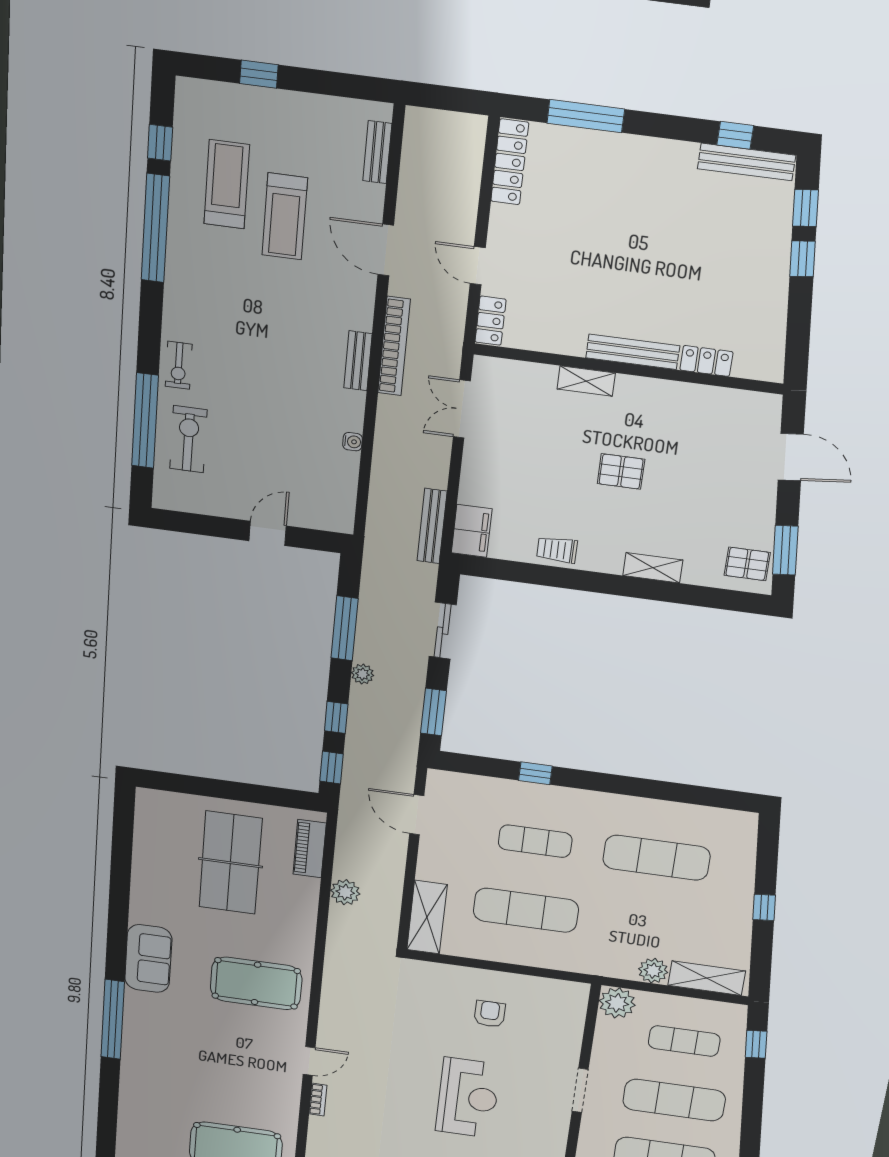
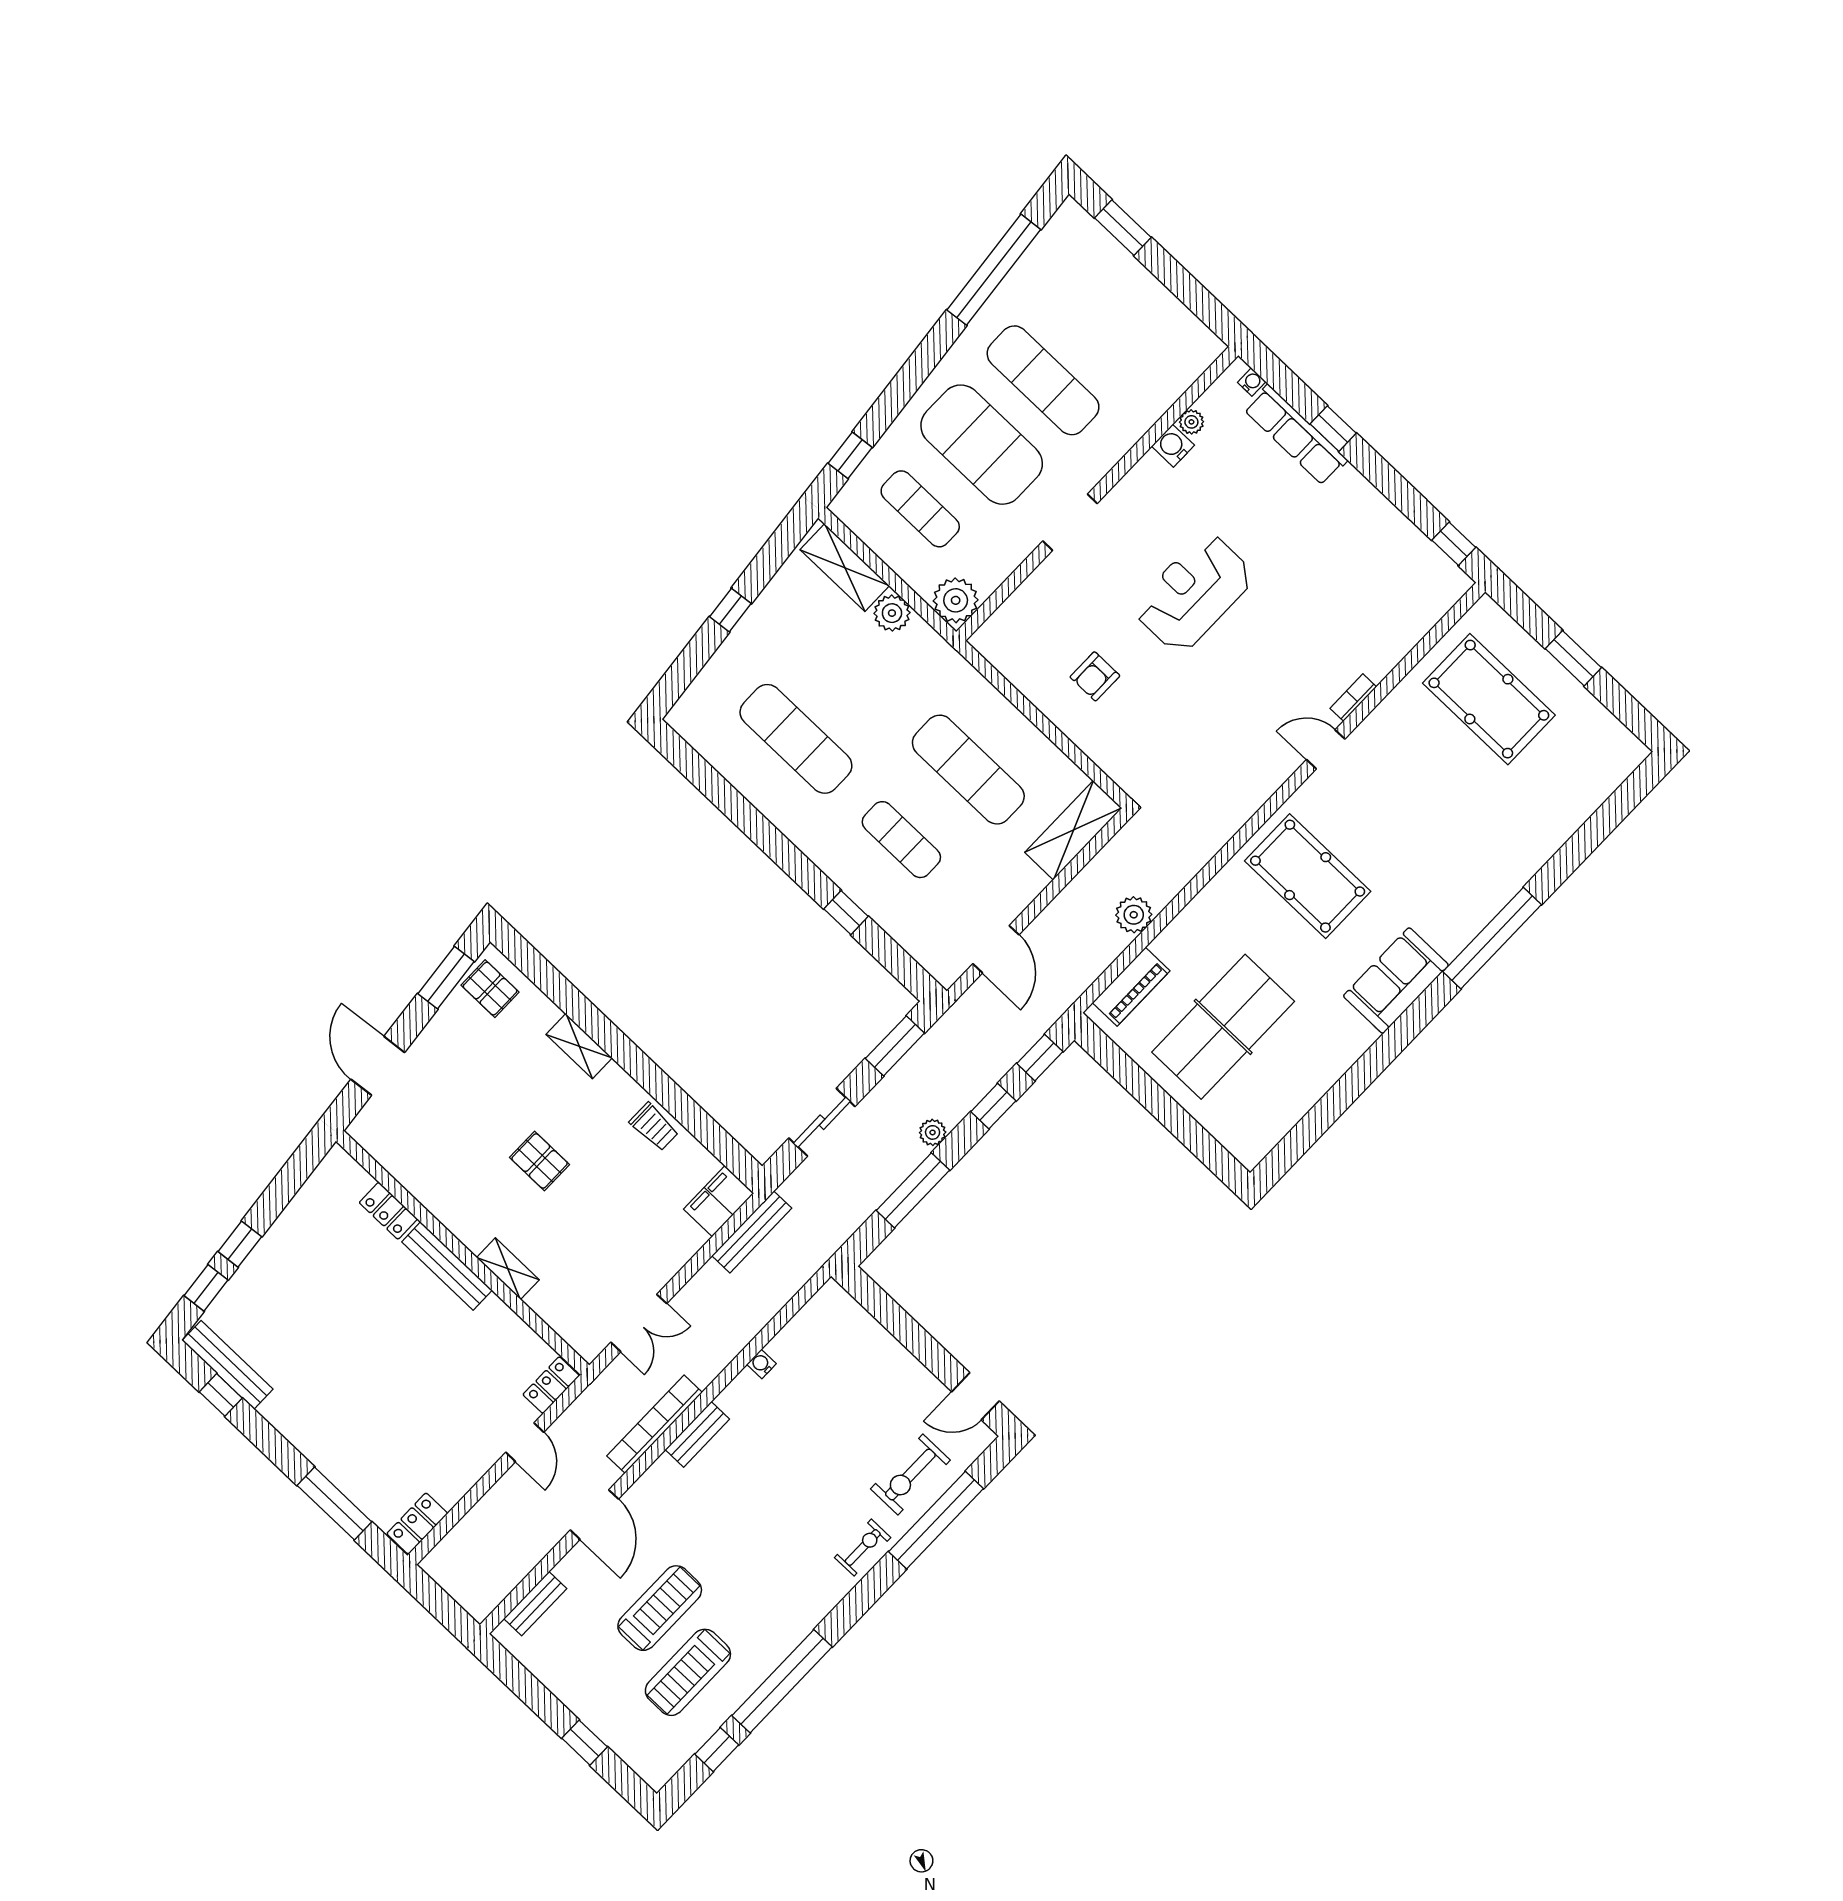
locker: (510, 162) -> (417, 1524), width x0.66
door: (268, 533) -> (976, 1396), moved
exercise mat: (674, 1100) -> (982, 445), width x1.47

